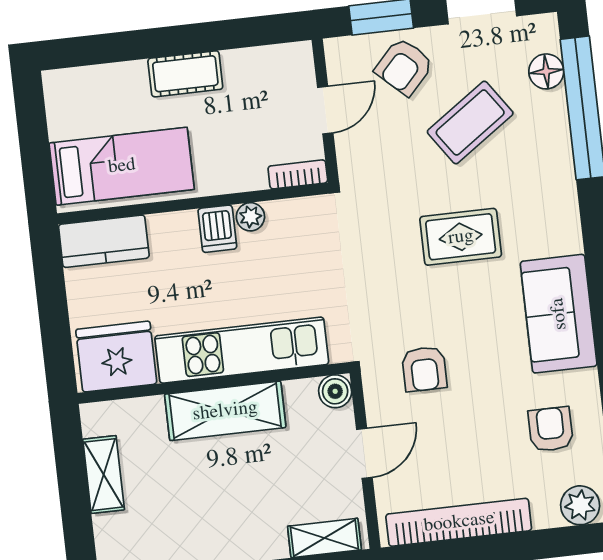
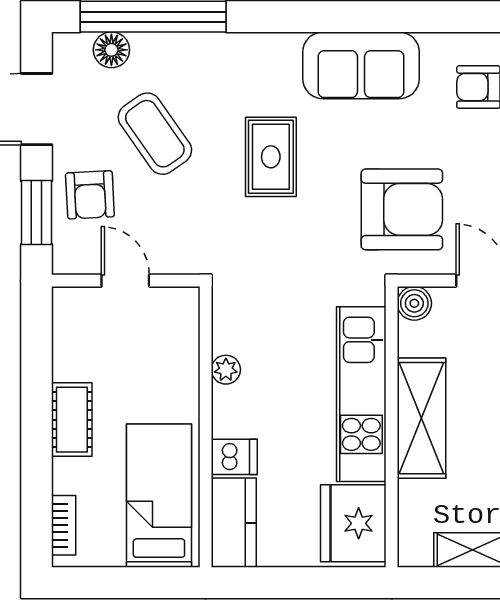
armchair: (404, 67) -> (90, 195), turned 44
bookcase: (298, 174) -> (64, 525), moved, turned 180
dishwasher: (217, 229) -> (234, 457), moved
armchair: (424, 369) -> (402, 209), width x1.88, depth x1.88

